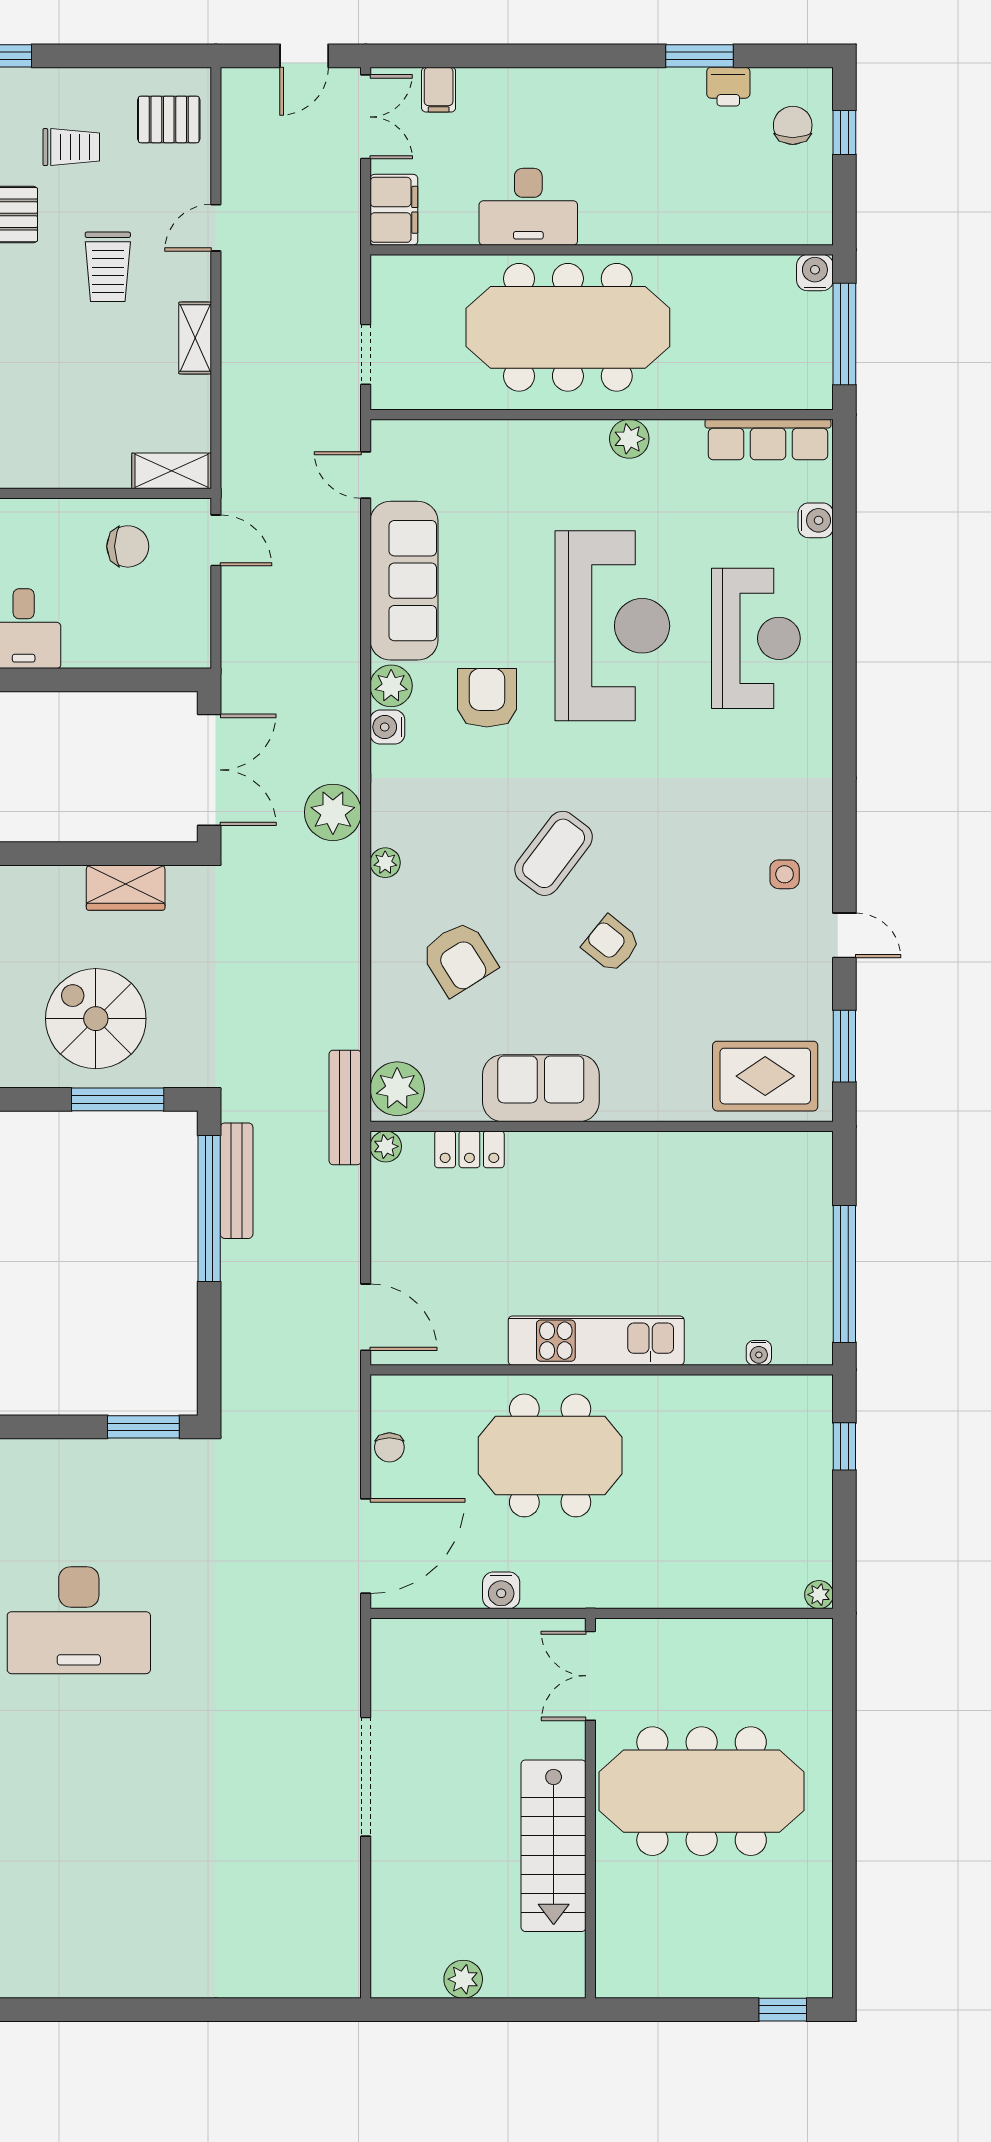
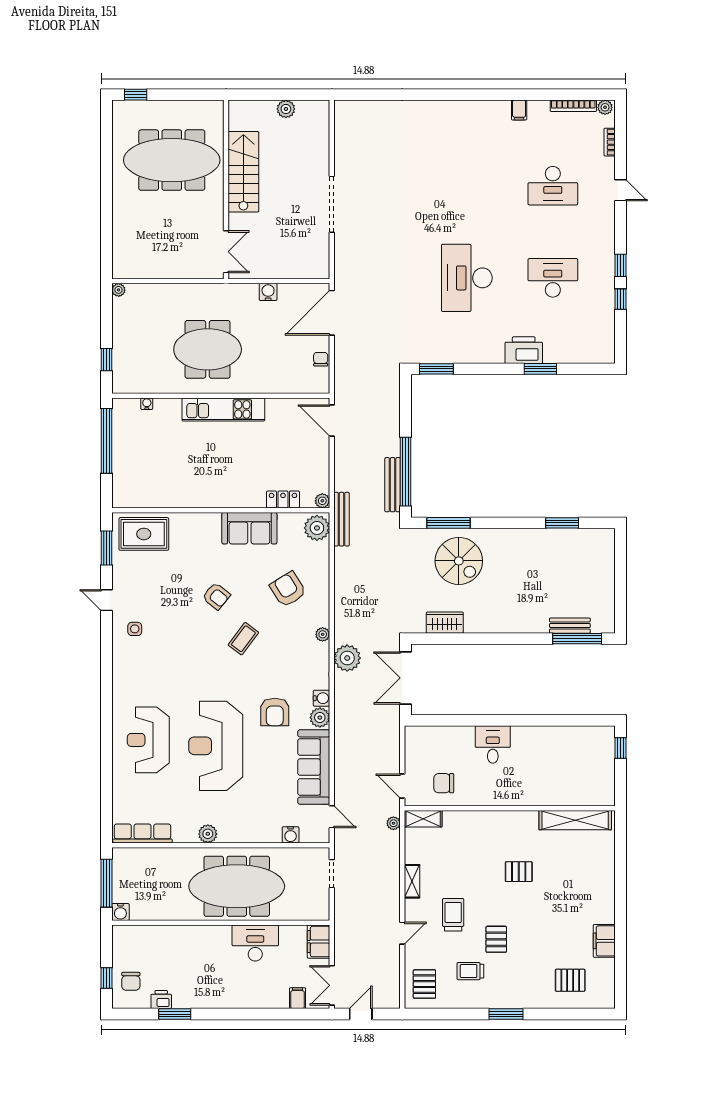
pallet: (169, 119) -> (424, 984), turned 90
plant: (235, 461) -> (393, 823), added
water cooler: (816, 520) -> (291, 835), moved, turned -90
coffee table: (554, 853) -> (243, 639), width x0.73, depth x0.77
meeting table: (550, 1455) -> (208, 349), moved
desk: (79, 1620) -> (467, 278), turned -90
meeting table: (702, 1791) -> (172, 160), moved

